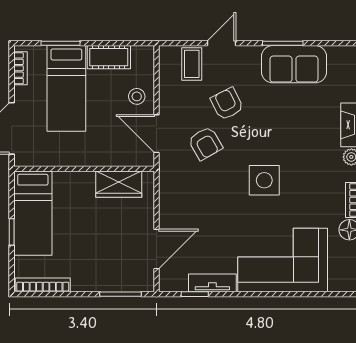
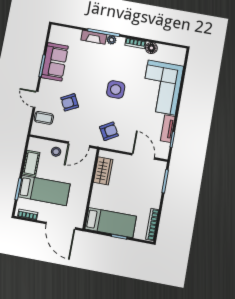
armchair: (205, 143) -> (109, 131), moved

